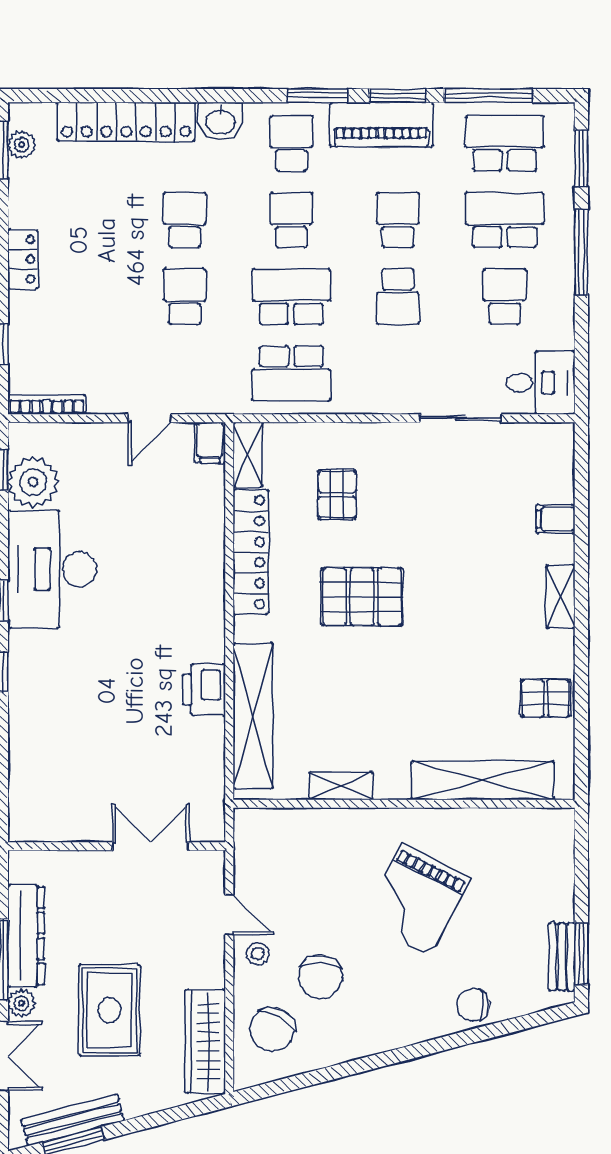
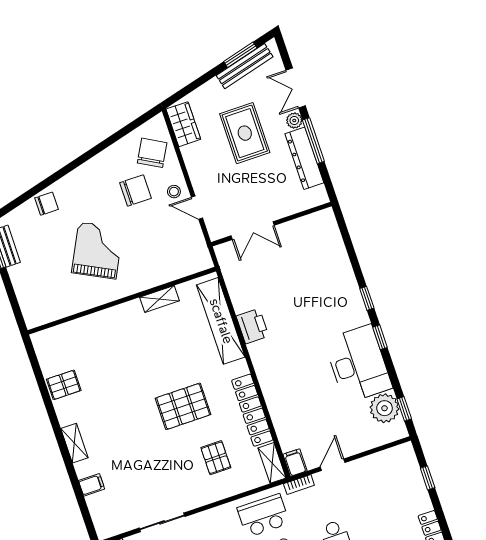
bookcase: (47, 404) -> (299, 485), moved, width x0.64
shelving: (483, 780) -> (83, 328), removed
chair: (320, 977) -> (135, 190), turned 87
wardrobe: (205, 1041) -> (183, 124), width x0.67

